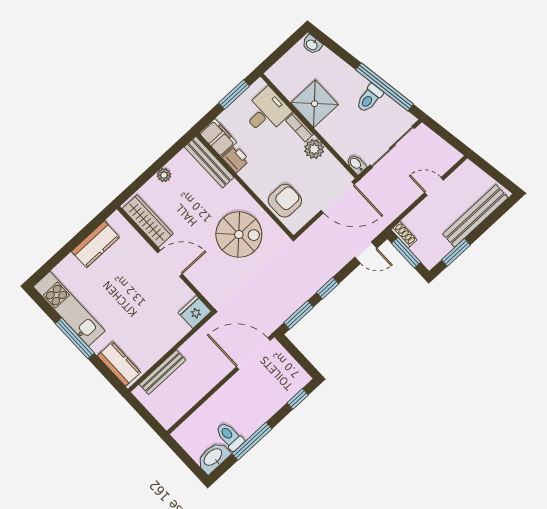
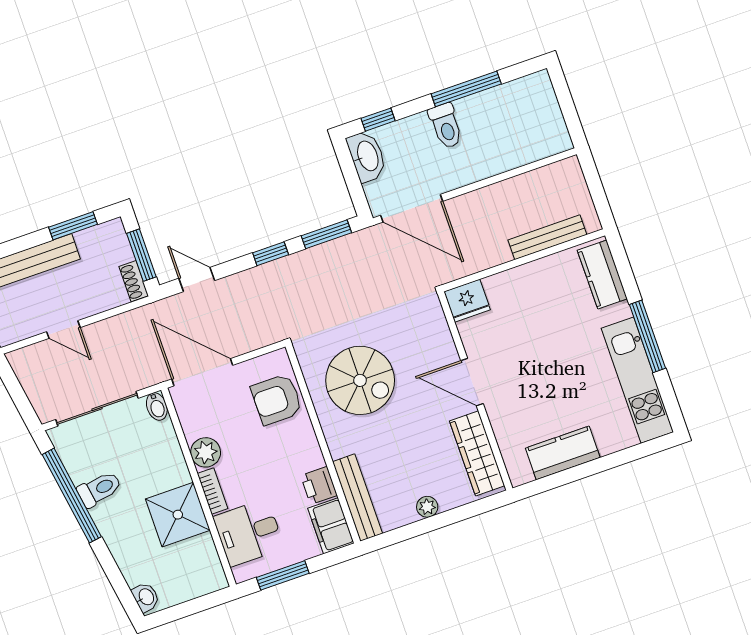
spiral stairs: (239, 235) -> (360, 380), turned 180
toilet: (230, 436) -> (446, 126), moved
washbasin: (213, 457) -> (367, 156), moved, turned -90

